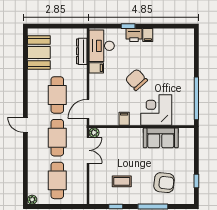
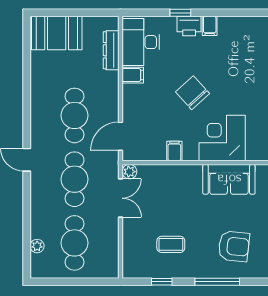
booth: (39, 52) -> (57, 33), moved, turned 90
plant: (32, 200) -> (37, 246), moved

